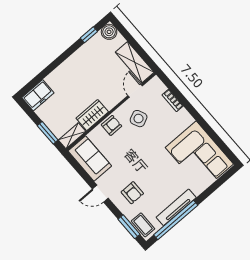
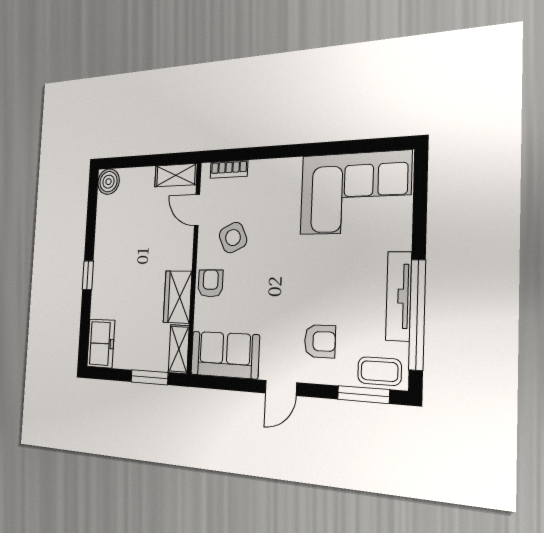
window: (89, 35) -> (88, 275), moved
shelving: (135, 62) -> (176, 175), width x0.67, depth x0.75
bookcase: (173, 100) -> (229, 169), moved

